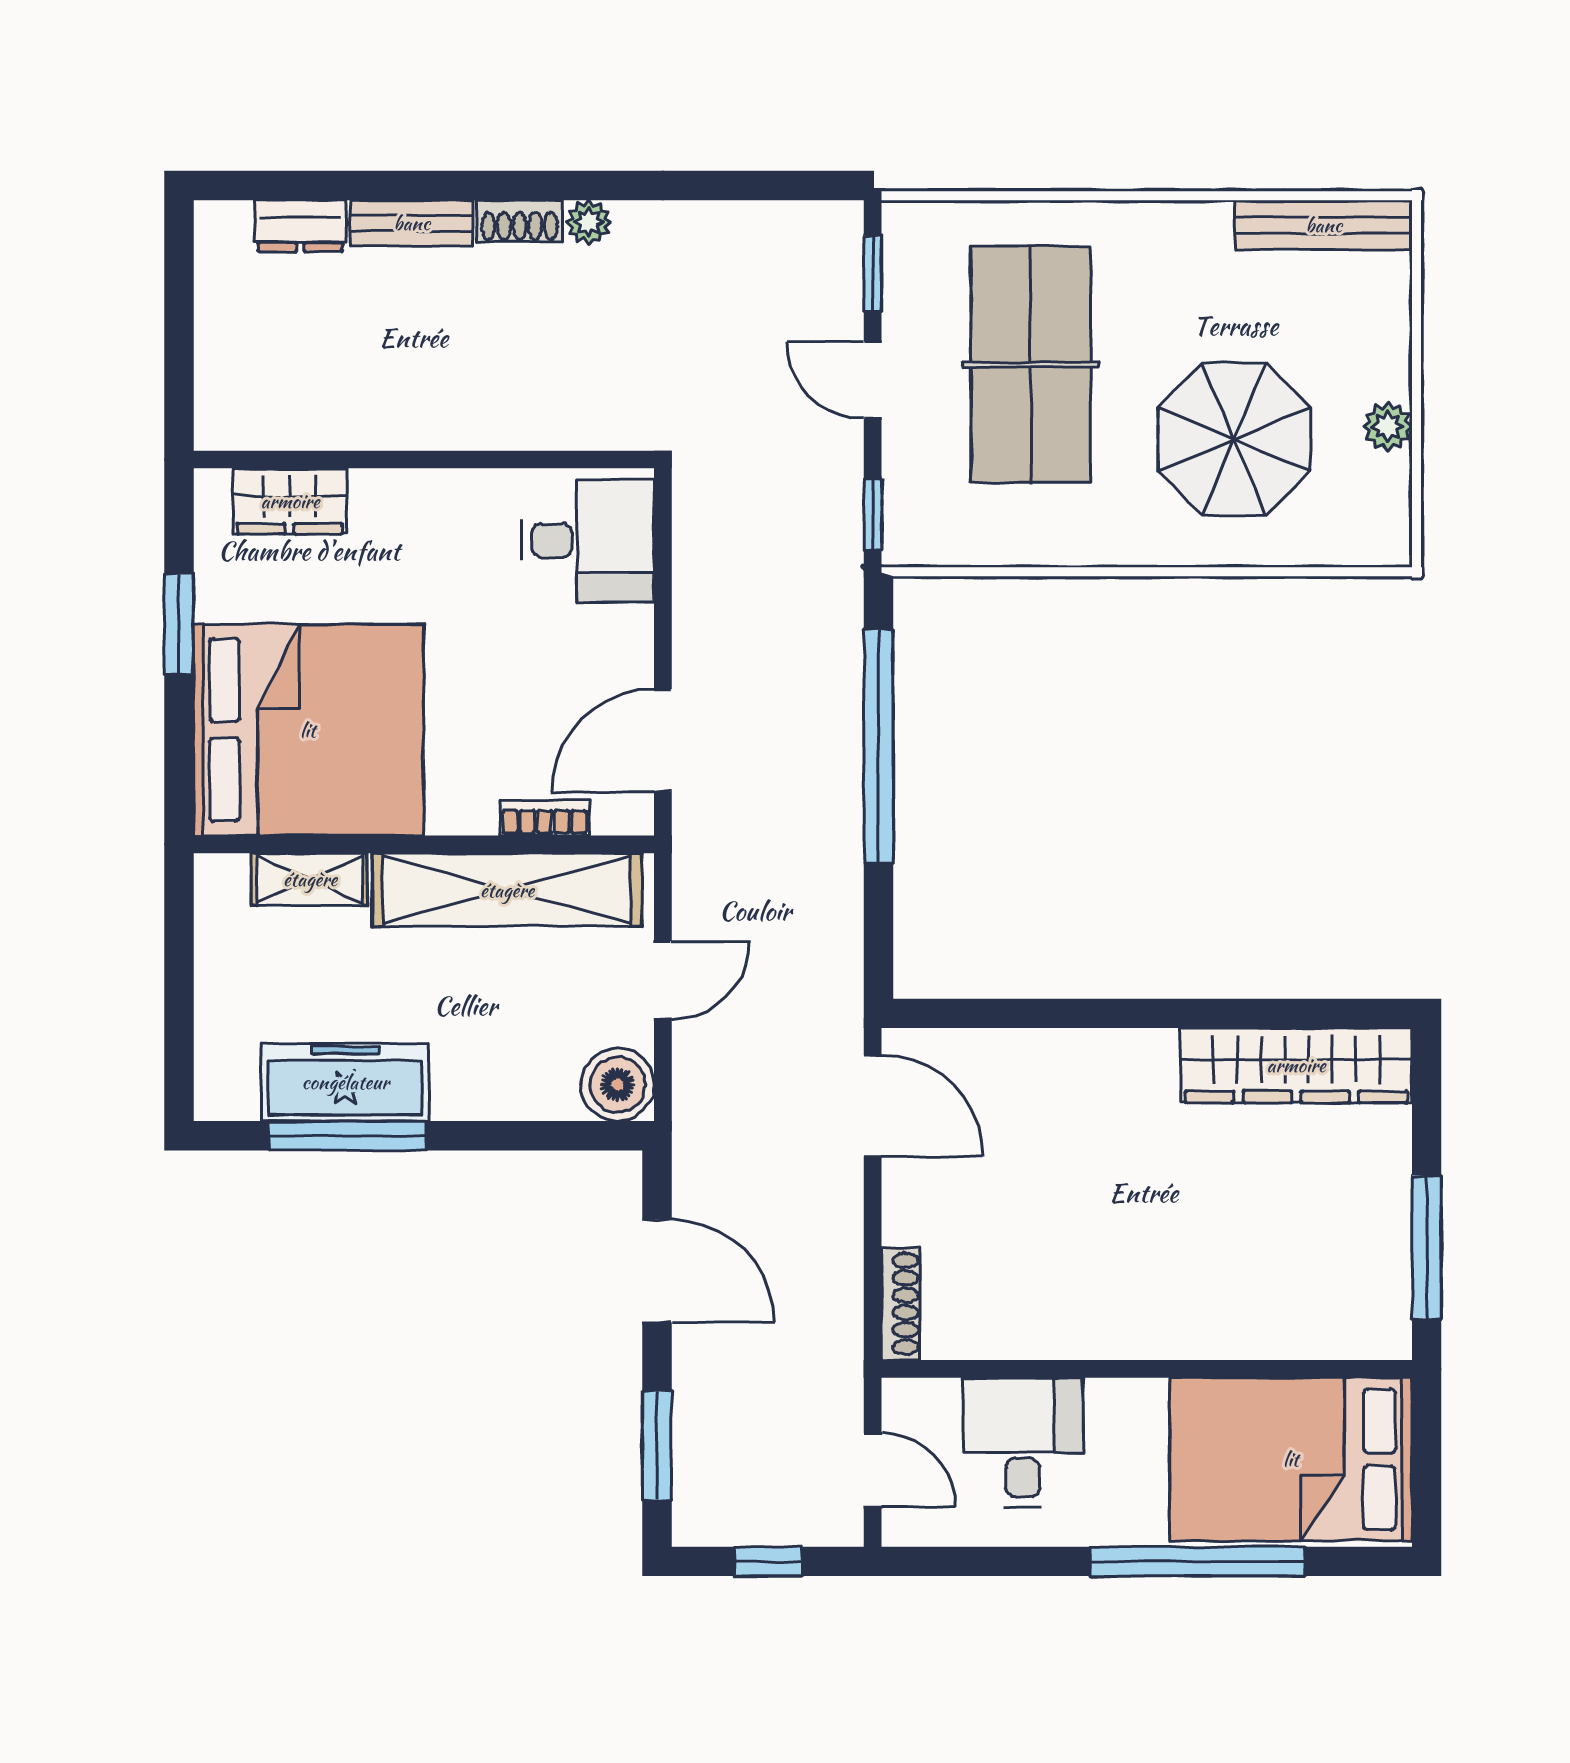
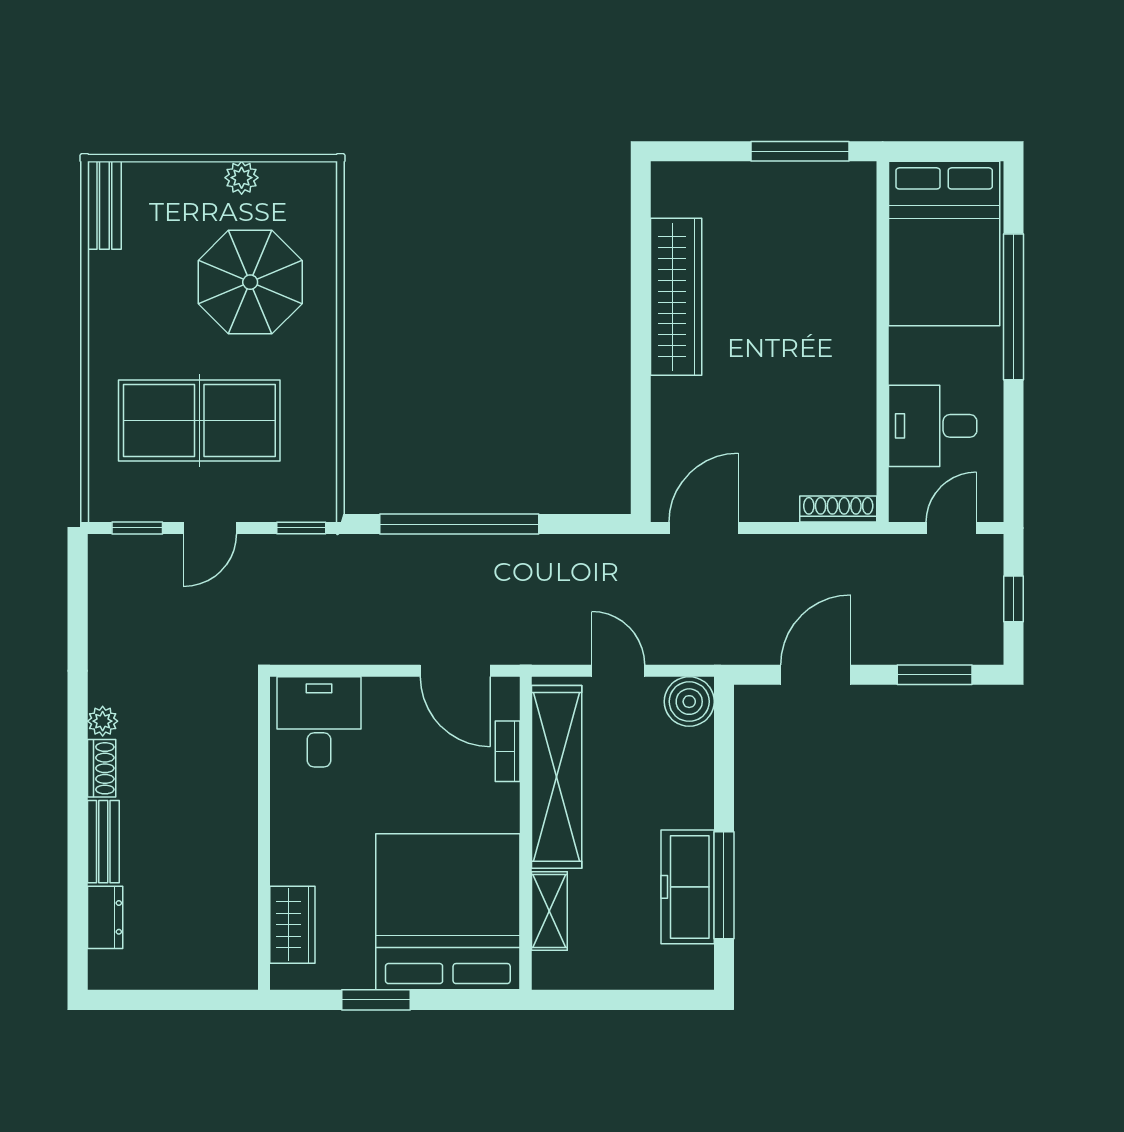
bench: (1324, 225) -> (104, 205), width x0.73
wardrobe: (1296, 1065) -> (676, 297), moved

